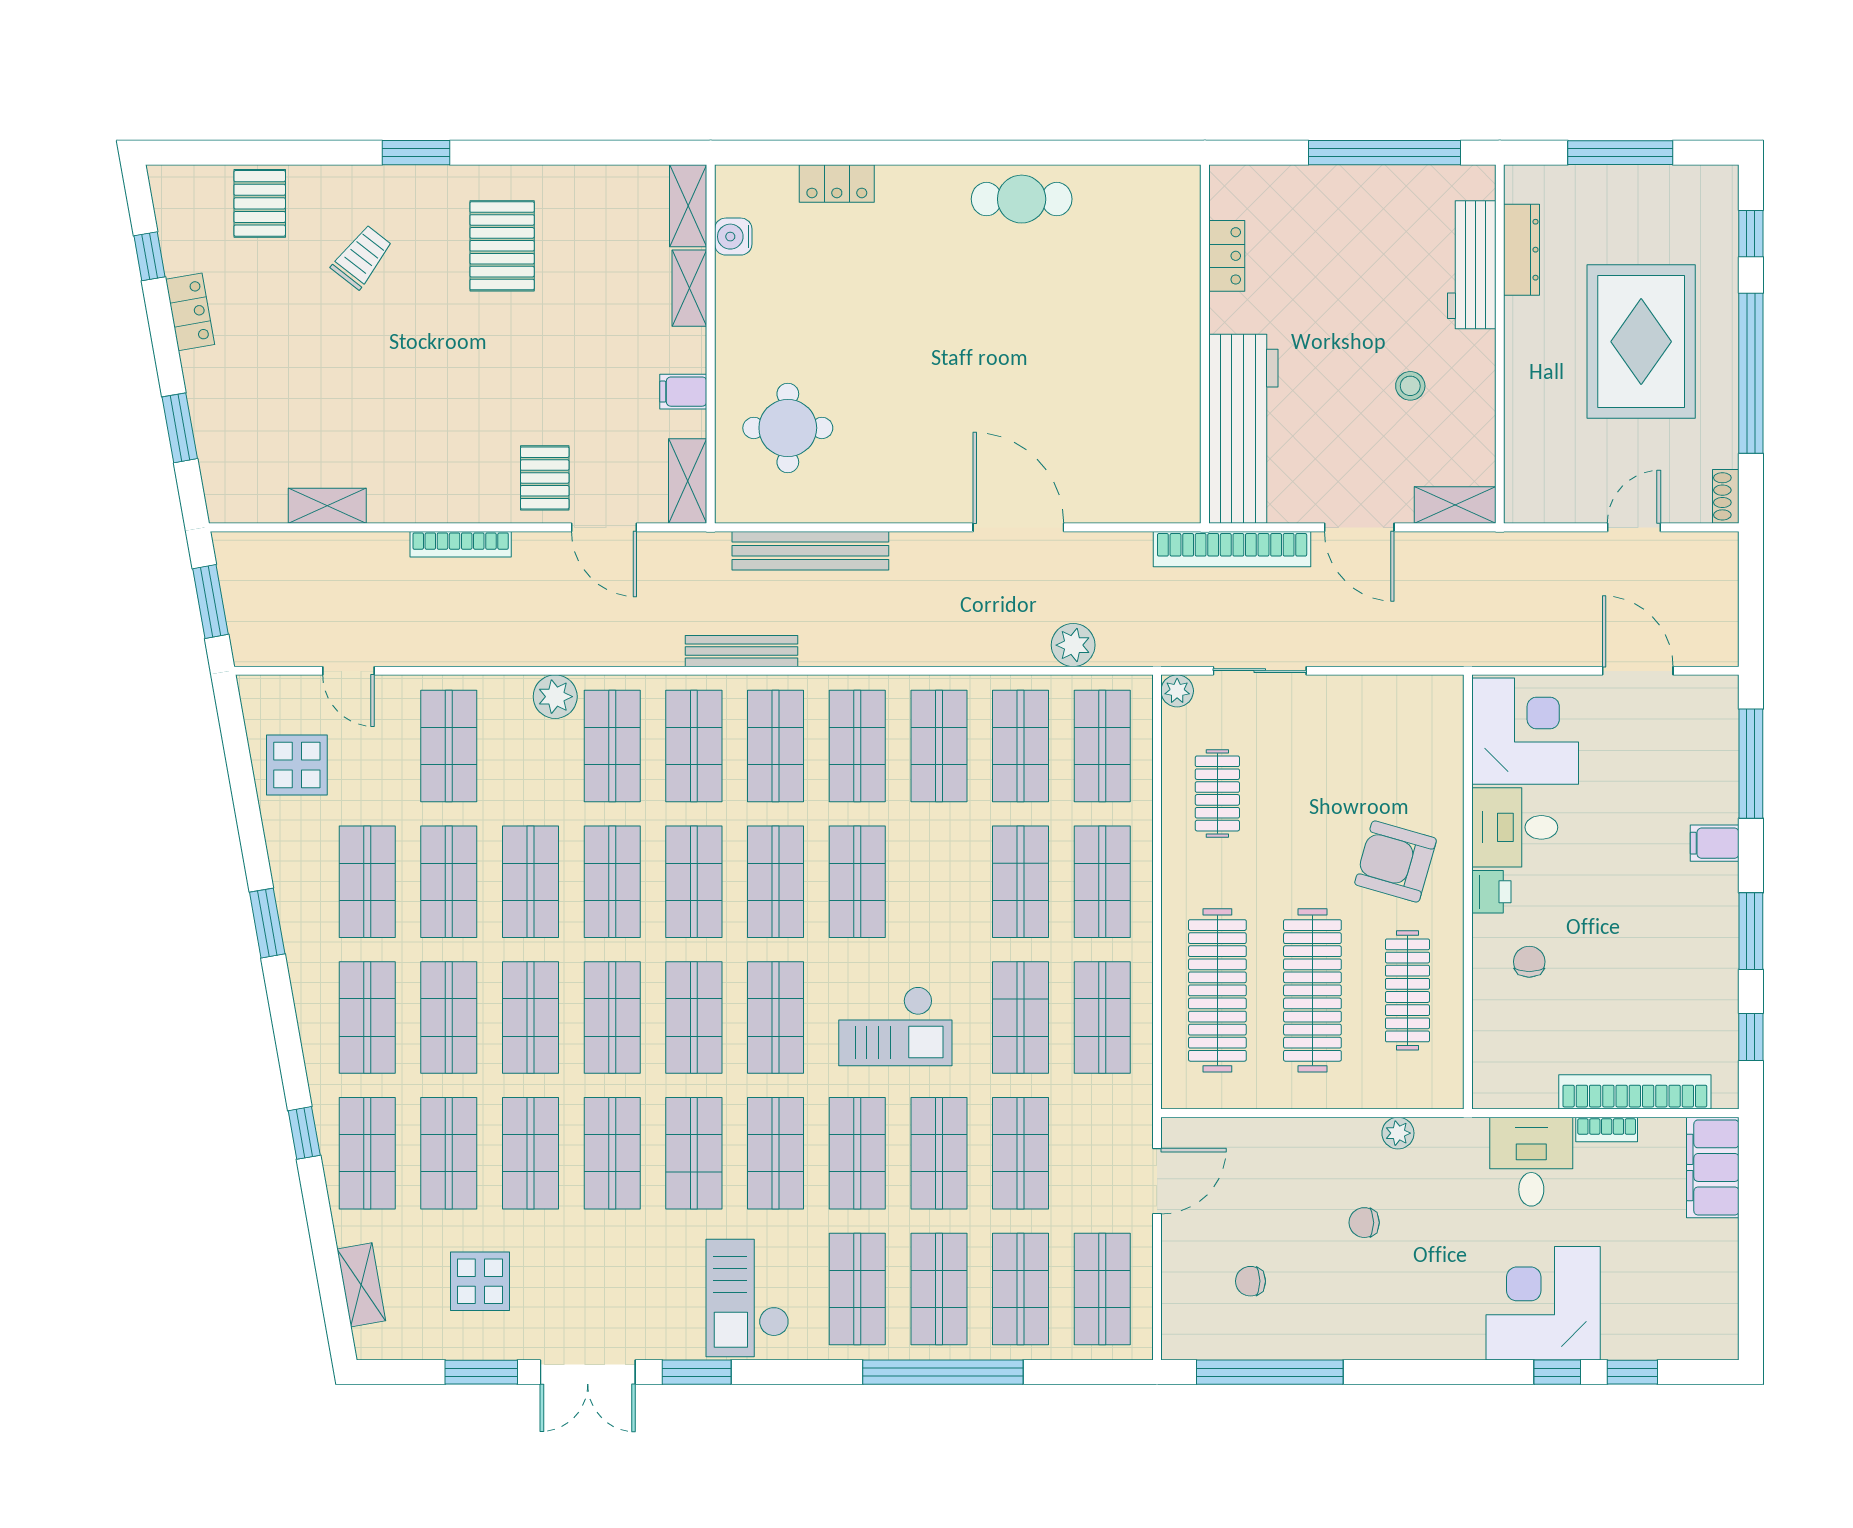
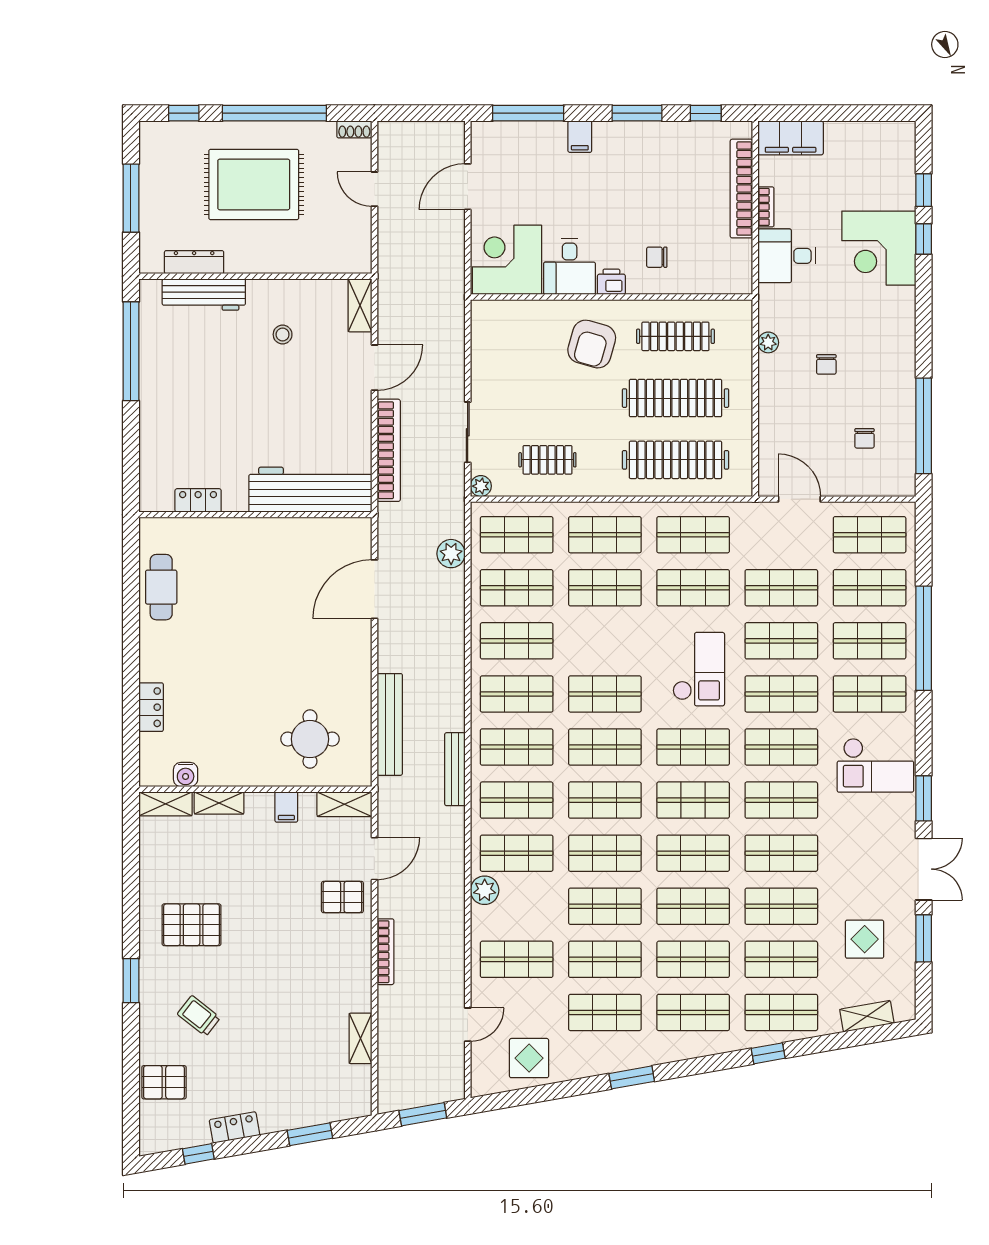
locker: (1227, 256) -> (198, 500), moved
wall: (1205, 344) -> (255, 515), moved
workbench: (1243, 429) -> (310, 490), moved

